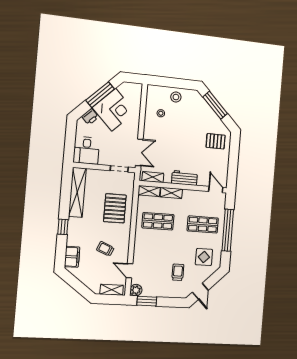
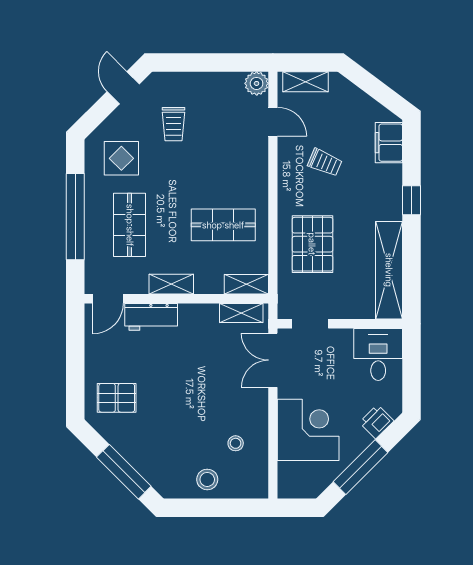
corner desk: (114, 110) -> (308, 430), moved, turned 135
workbench: (184, 178) -> (151, 317), moved
door: (216, 189) -> (108, 299), hinge flipped
shelving: (171, 193) -> (171, 284), moved
shop shelf: (203, 224) -> (130, 225), turned 90
window: (147, 301) -> (233, 62), removed

